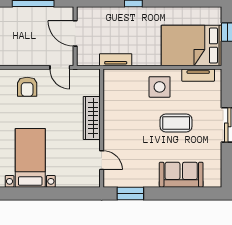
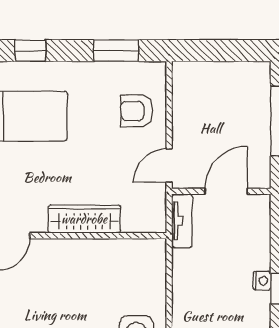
nightstand: (129, 12) -> (262, 281), added
tv unit: (116, 60) -> (182, 221), moved

